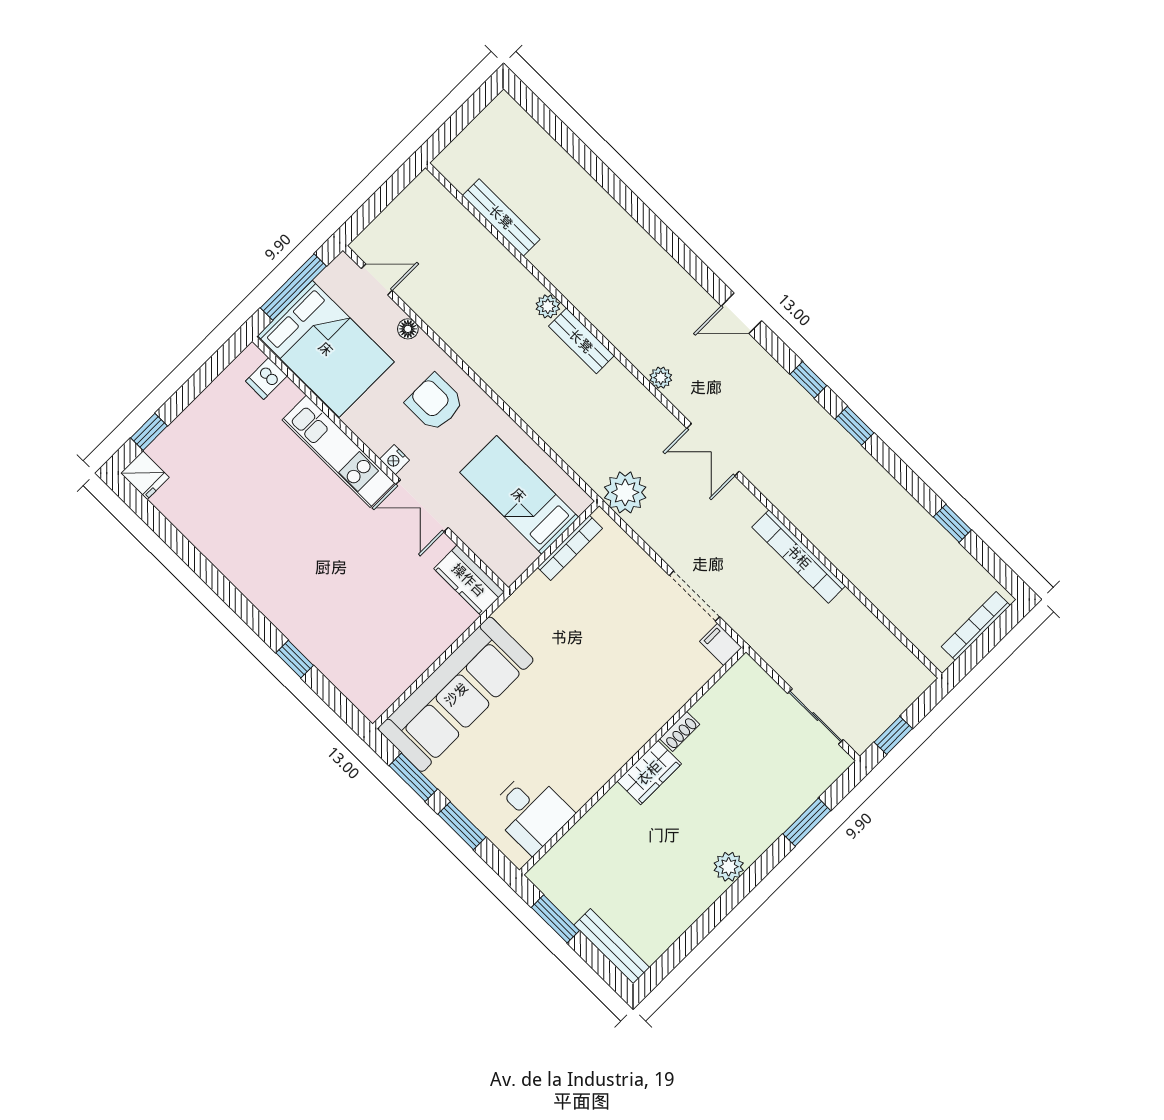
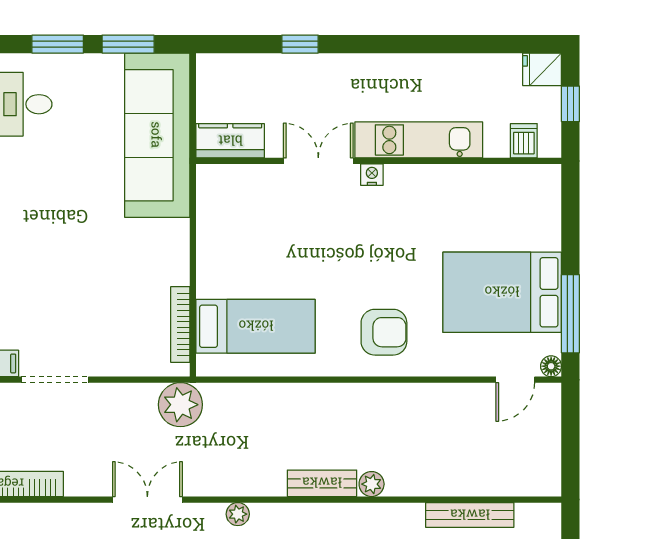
floor lamp: (408, 329) -> (551, 366), moved
dishwasher: (266, 379) -> (524, 141), moved
kitchen unit: (338, 451) -> (419, 140), moved
nightstand: (395, 460) -> (372, 175), moved
wall: (380, 464) -> (379, 161), moved
double door: (422, 506) -> (318, 161), moved
kitchen counter: (469, 580) -> (230, 141), moved

